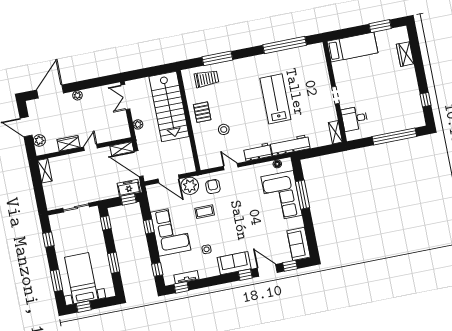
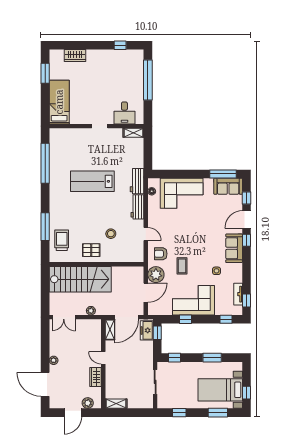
workbench: (290, 145) -> (137, 181), width x0.73
door: (231, 167) -> (146, 234), swing flipped
window: (303, 195) -> (223, 174), moved

